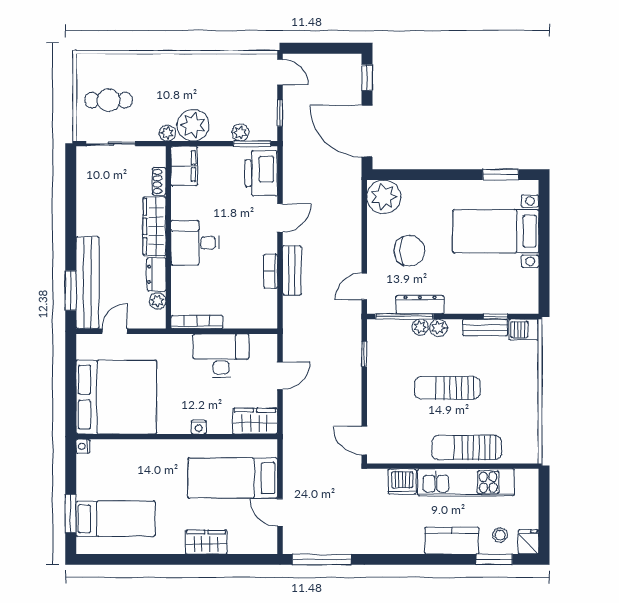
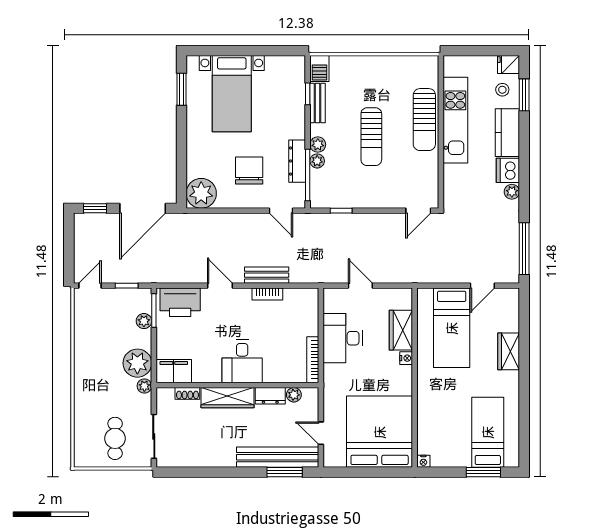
wardrobe: (255, 421) -> (401, 330), moved
dishwasher: (402, 482) -> (508, 170), moved, turned 180
plant: (386, 546) -> (512, 192), added

